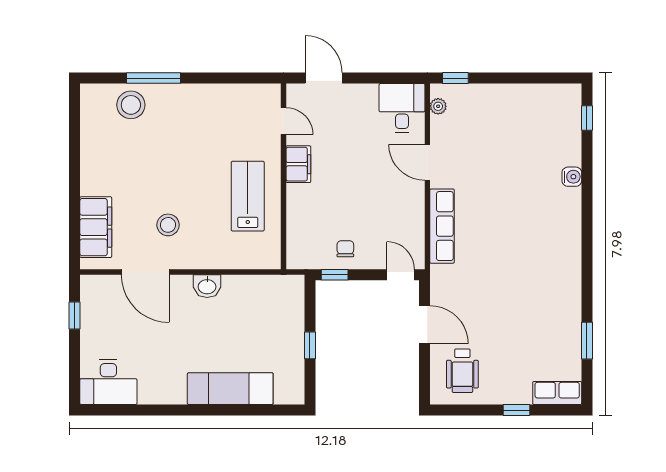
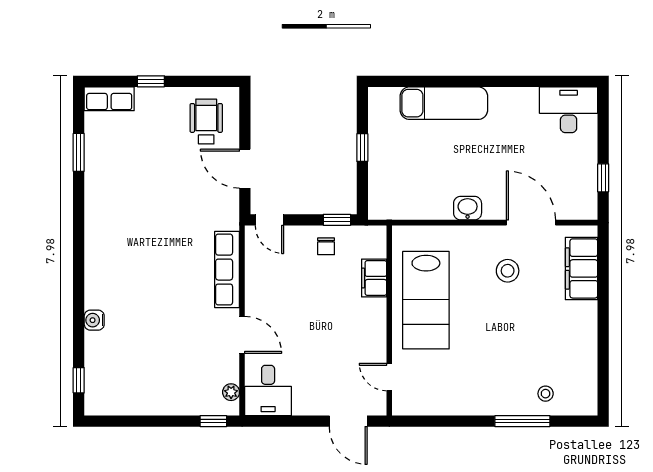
stool: (131, 105) -> (546, 394), width x0.53, depth x0.53
filing cabinet: (298, 164) -> (374, 278), moved
lab bench: (248, 196) -> (426, 300), width x1.36, depth x1.39

